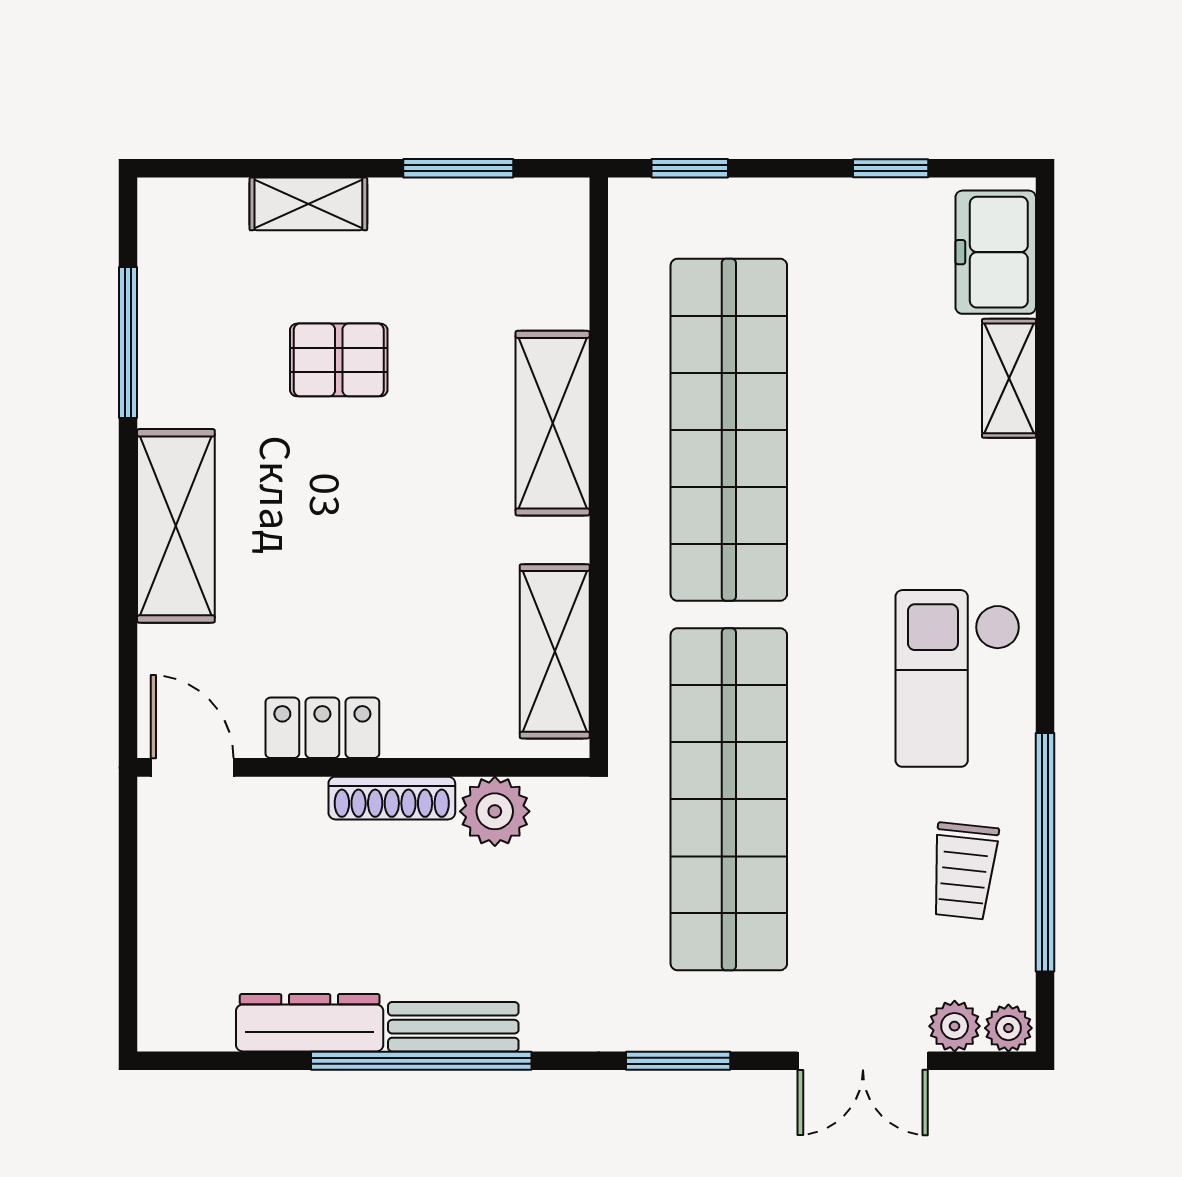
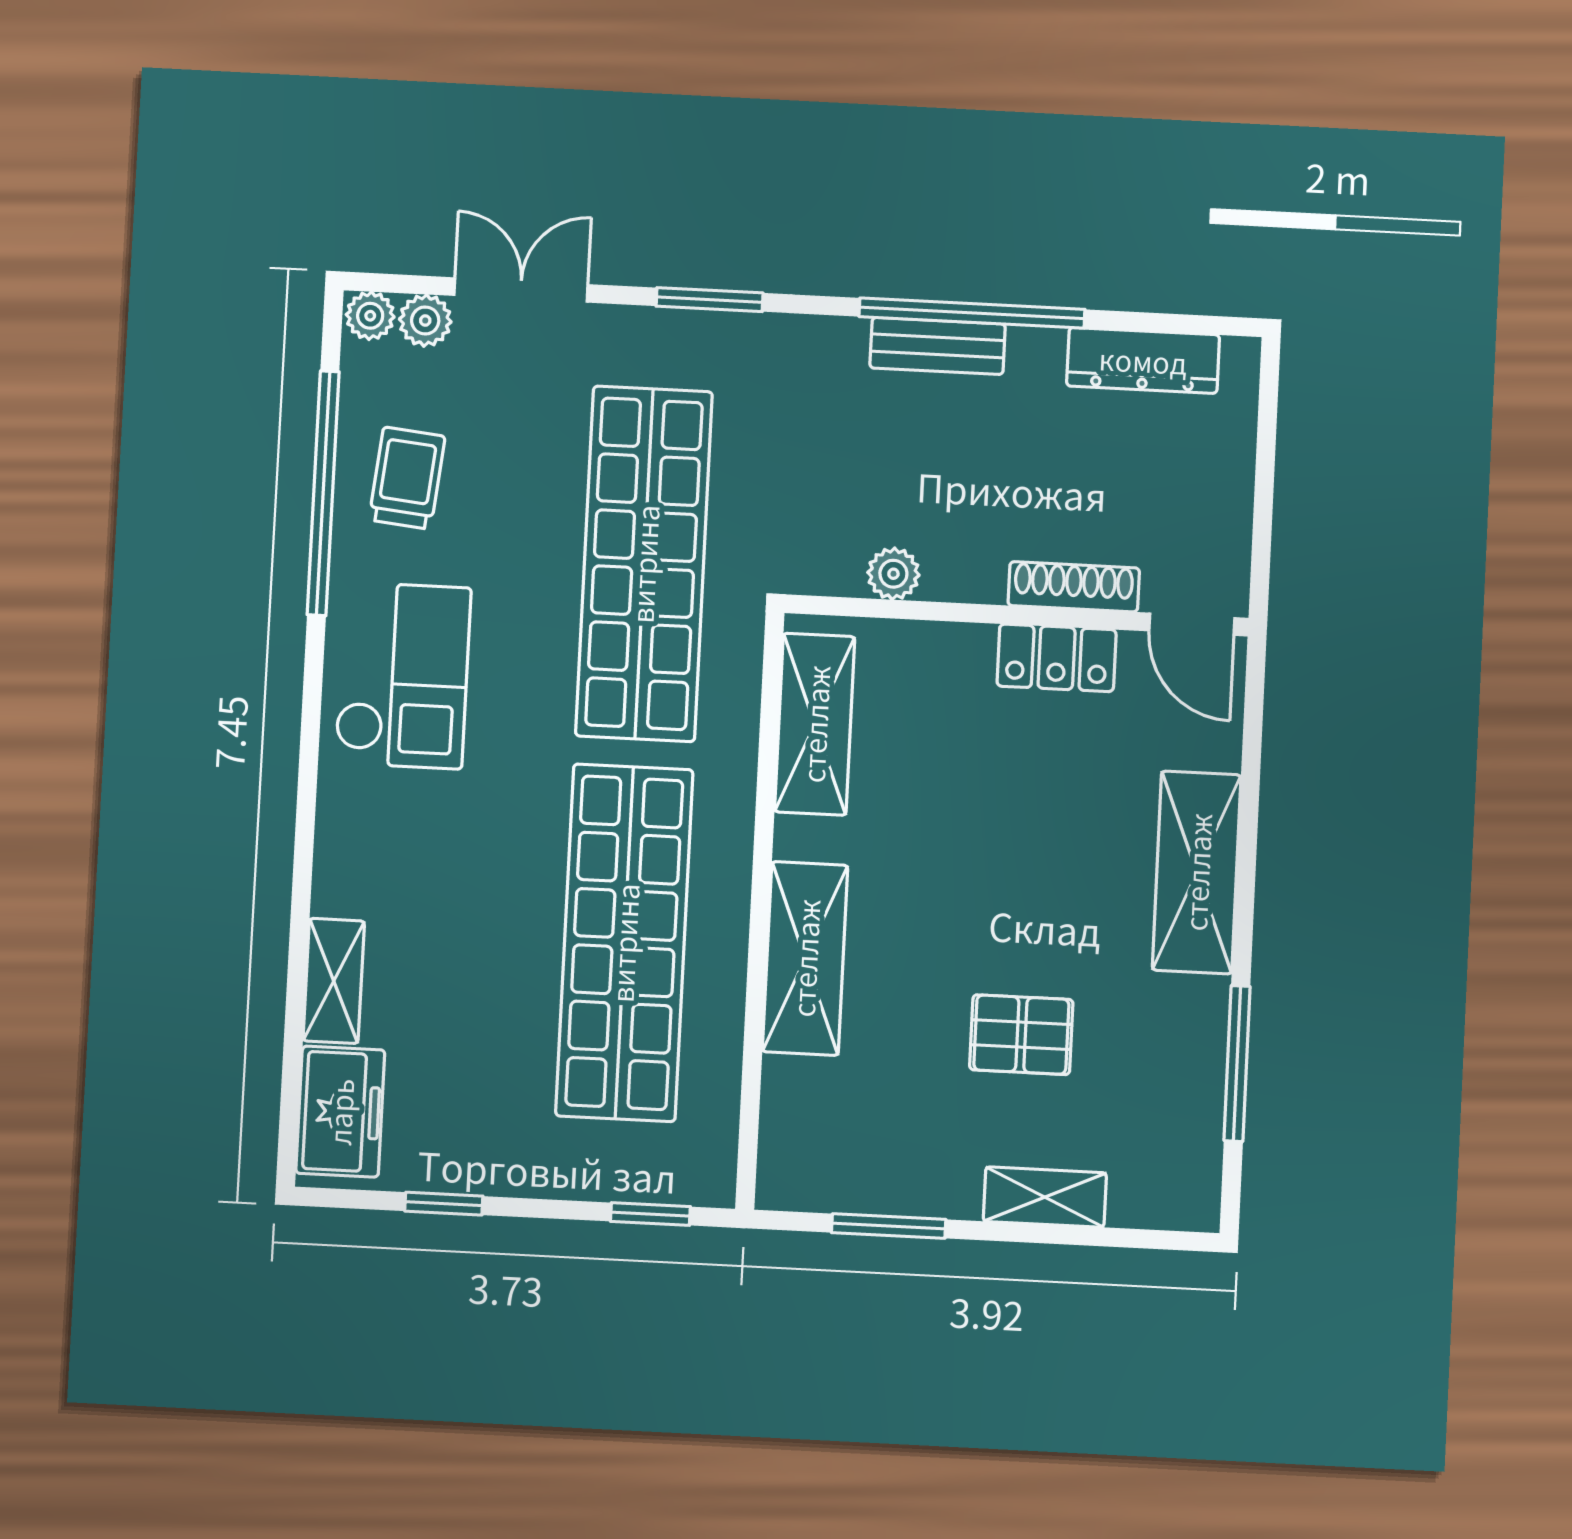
shoe rack: (392, 798) -> (1074, 587), moved
plant: (495, 811) -> (893, 574), width x0.73, depth x0.73
dresser: (310, 1023) -> (1143, 360), moved

